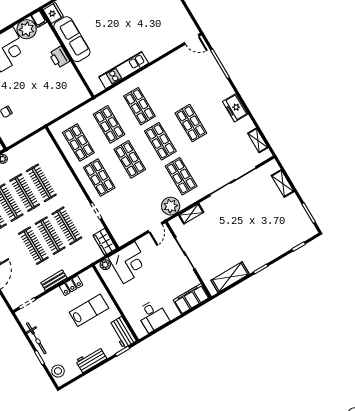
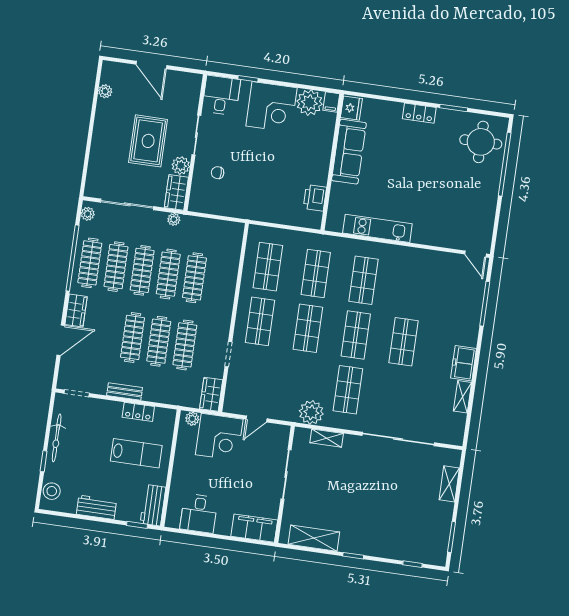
printer: (59, 57) -> (315, 198), moved
shelving: (258, 140) -> (462, 397), moved
door: (155, 227) -> (257, 419), moved

